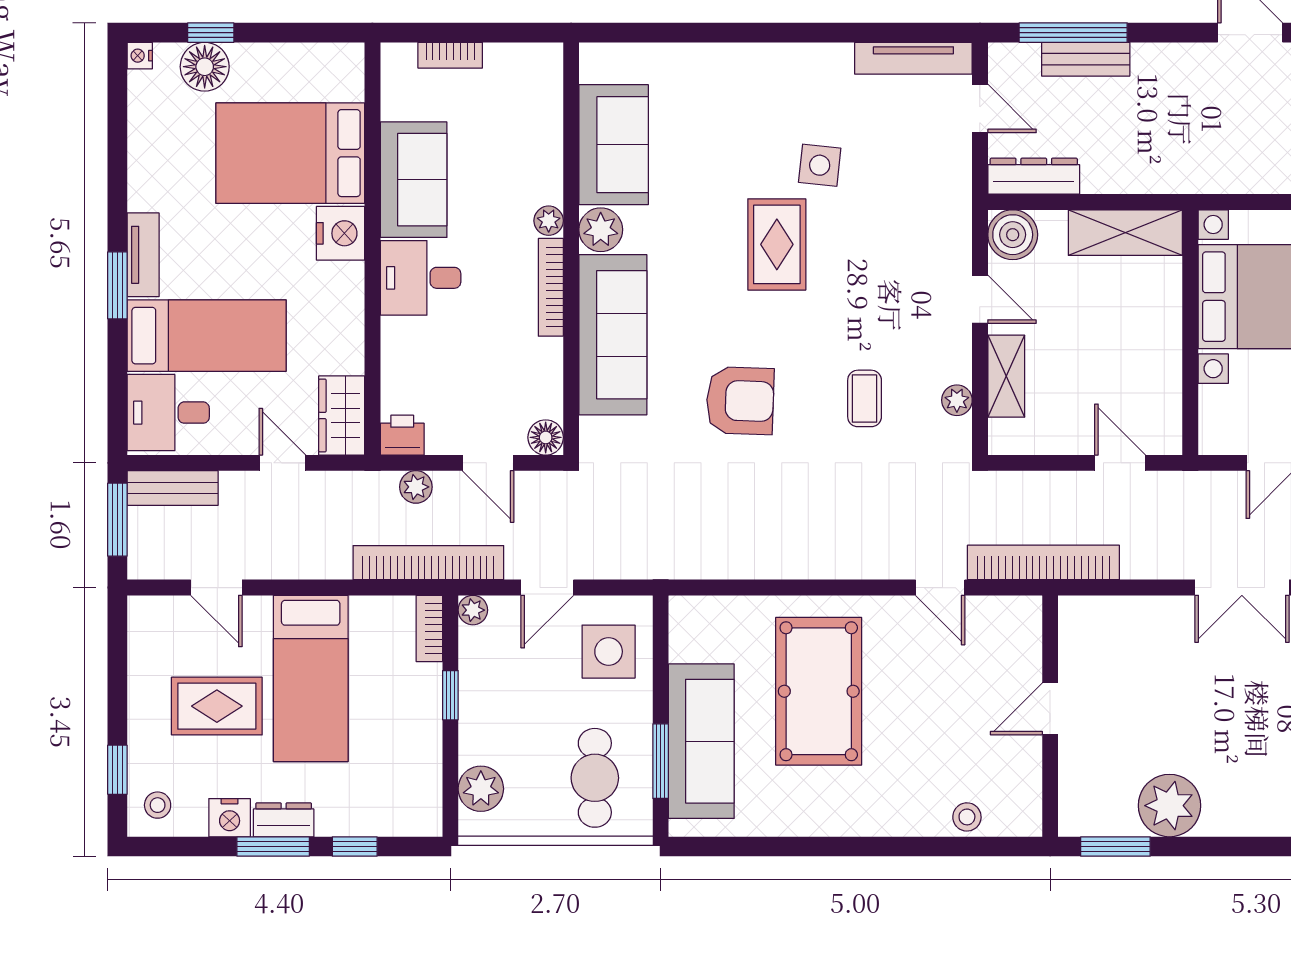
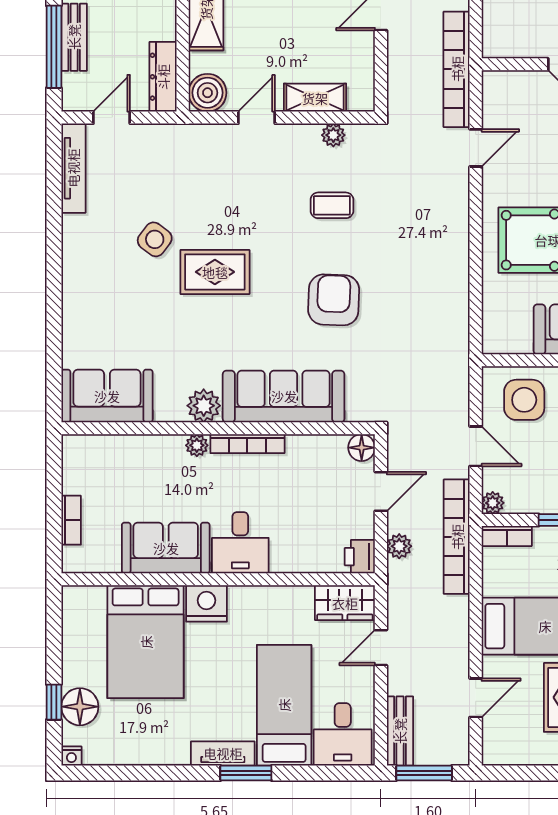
sofa: (614, 145) -> (107, 396), moved
side table: (820, 165) -> (155, 239), turned 31

